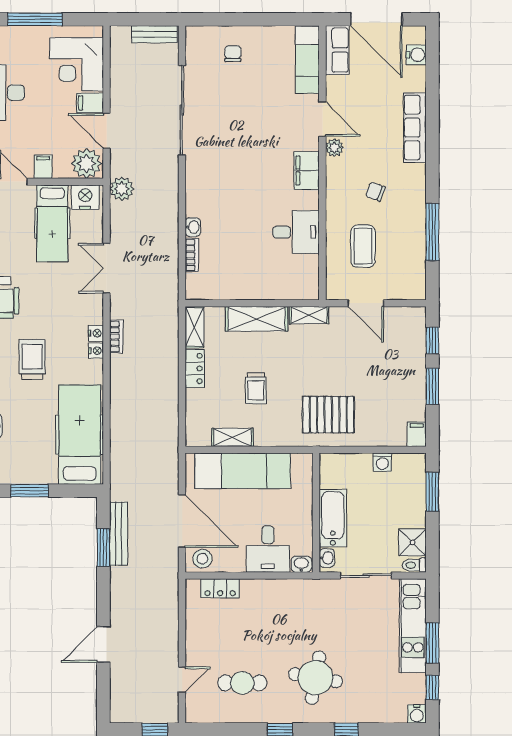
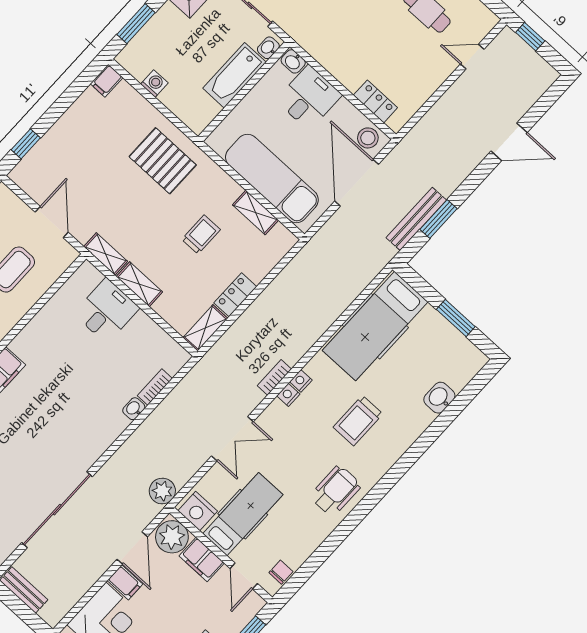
filing cabinet: (43, 167) -> (202, 559), width x2.00
desk: (296, 232) -> (106, 311), moved, turned 90
shelving: (257, 319) -> (139, 284), width x0.67, depth x0.75
window: (432, 386) -> (59, 107), removed

